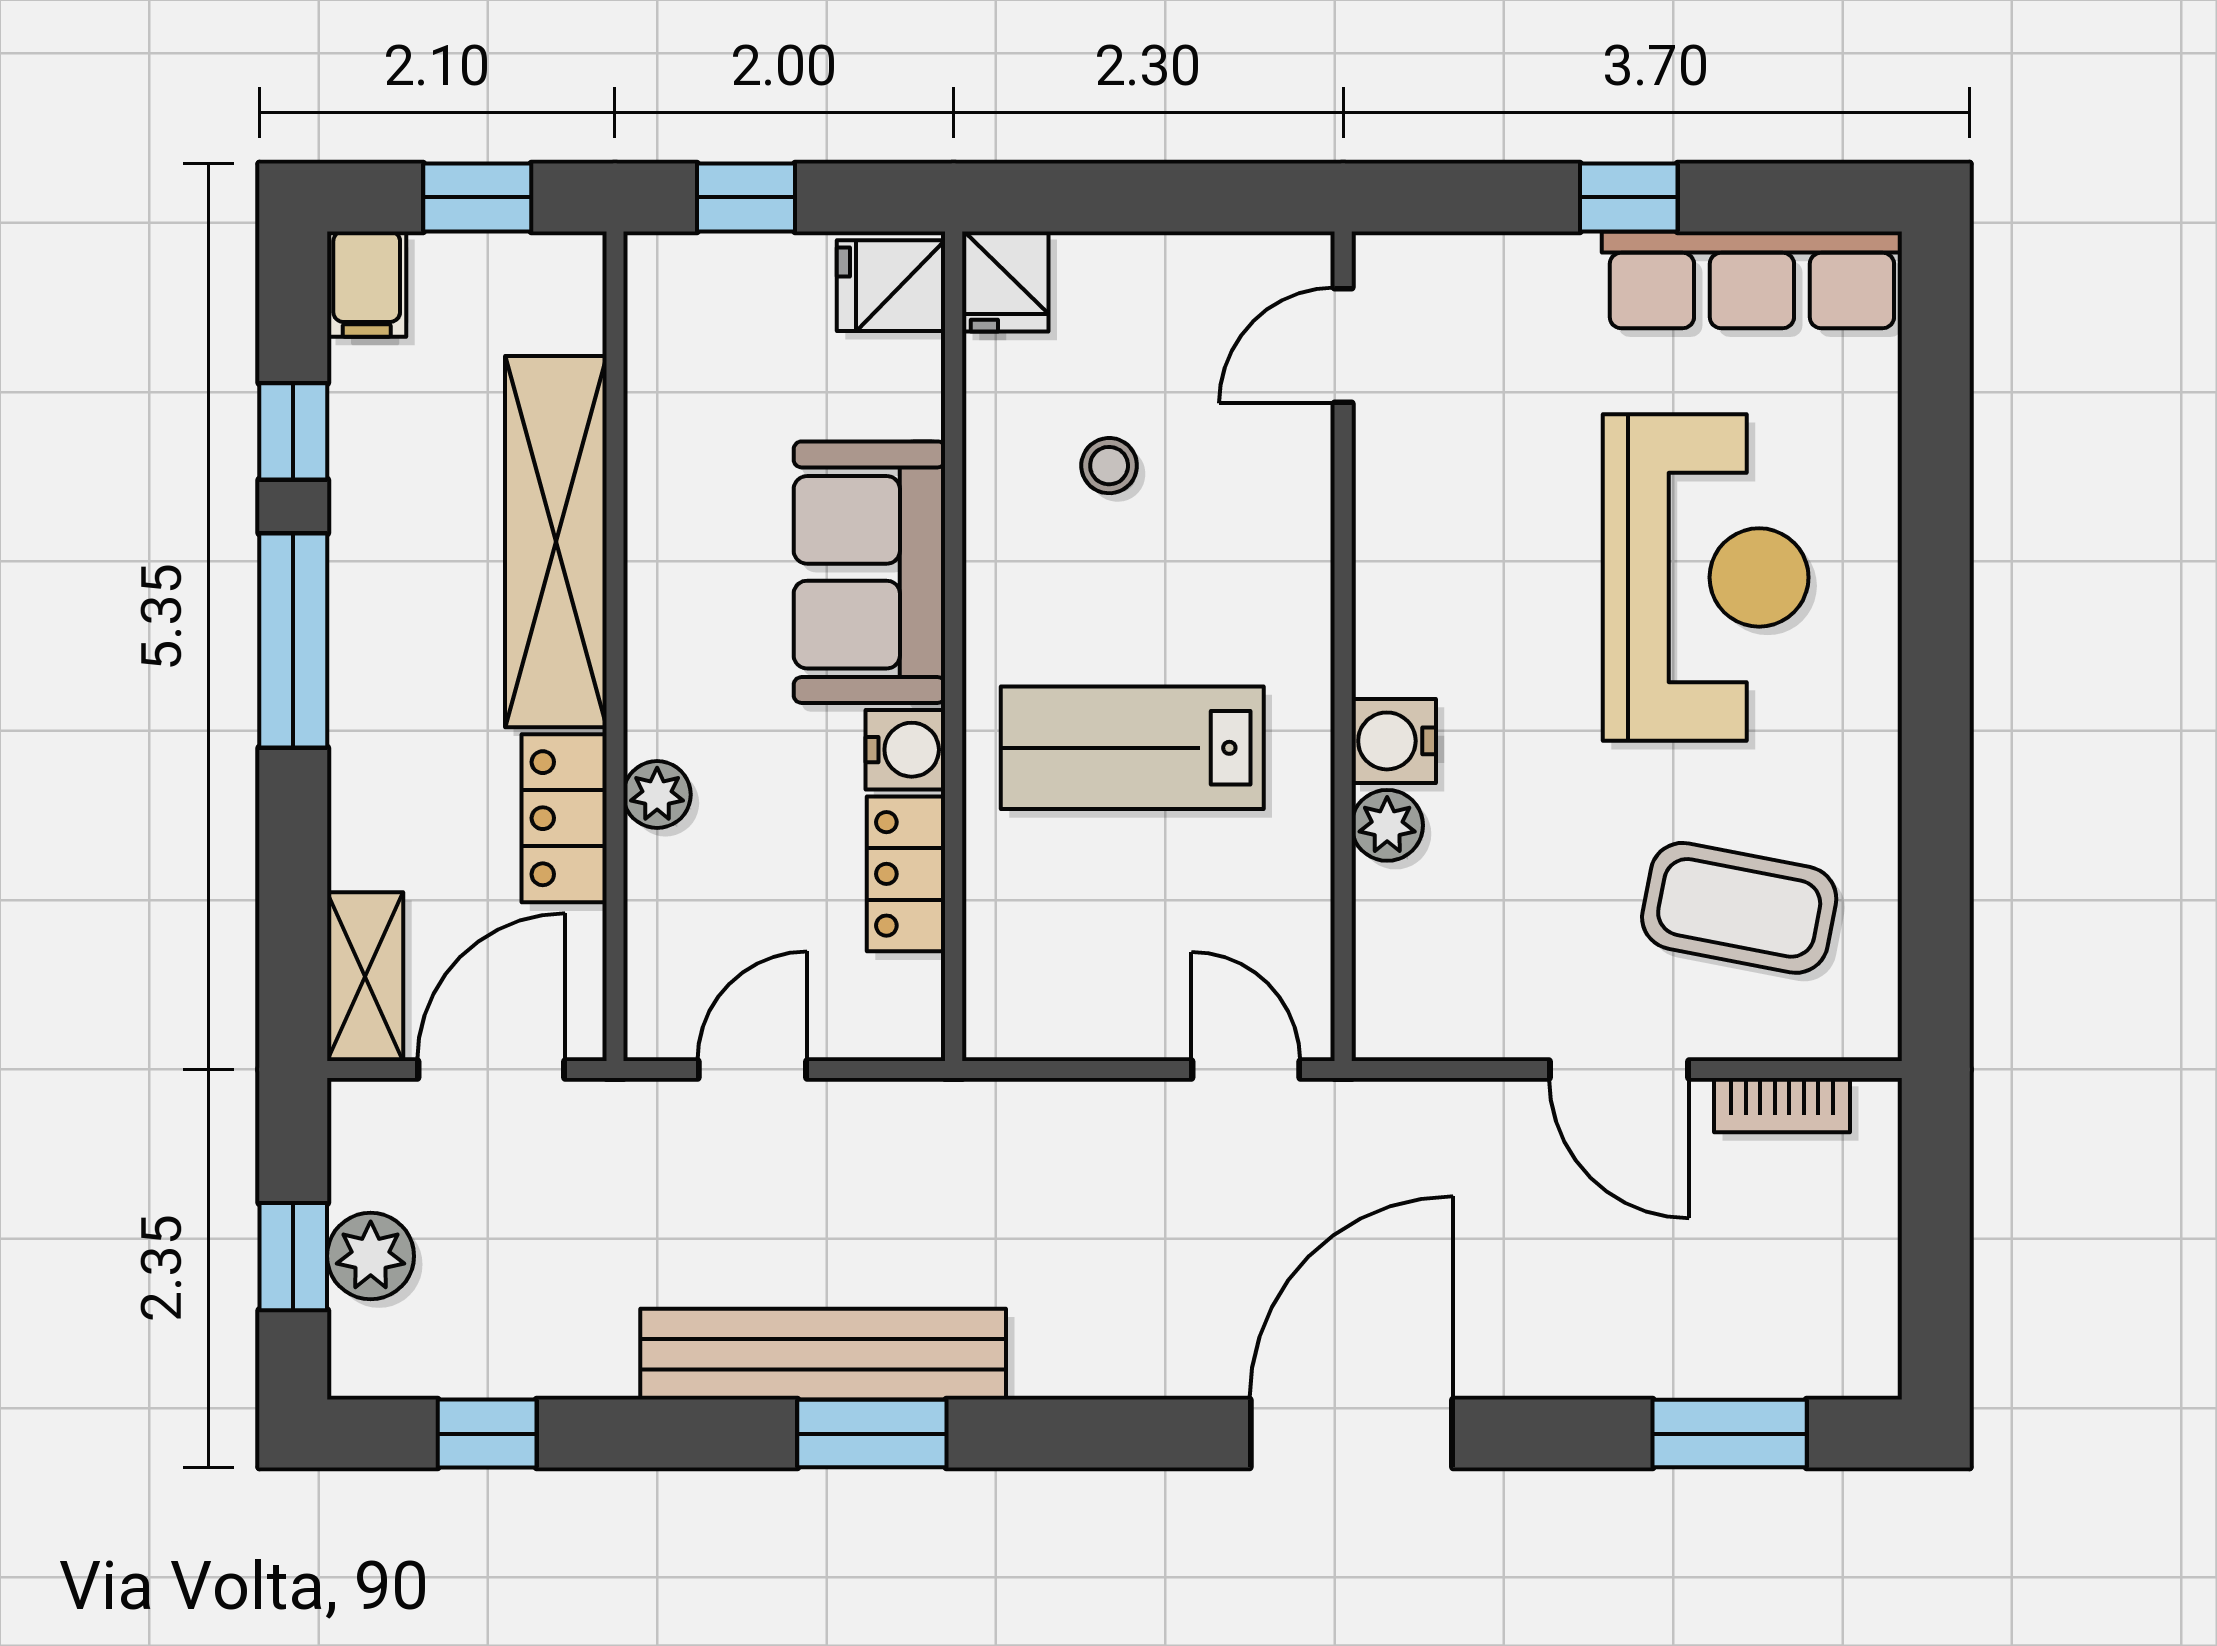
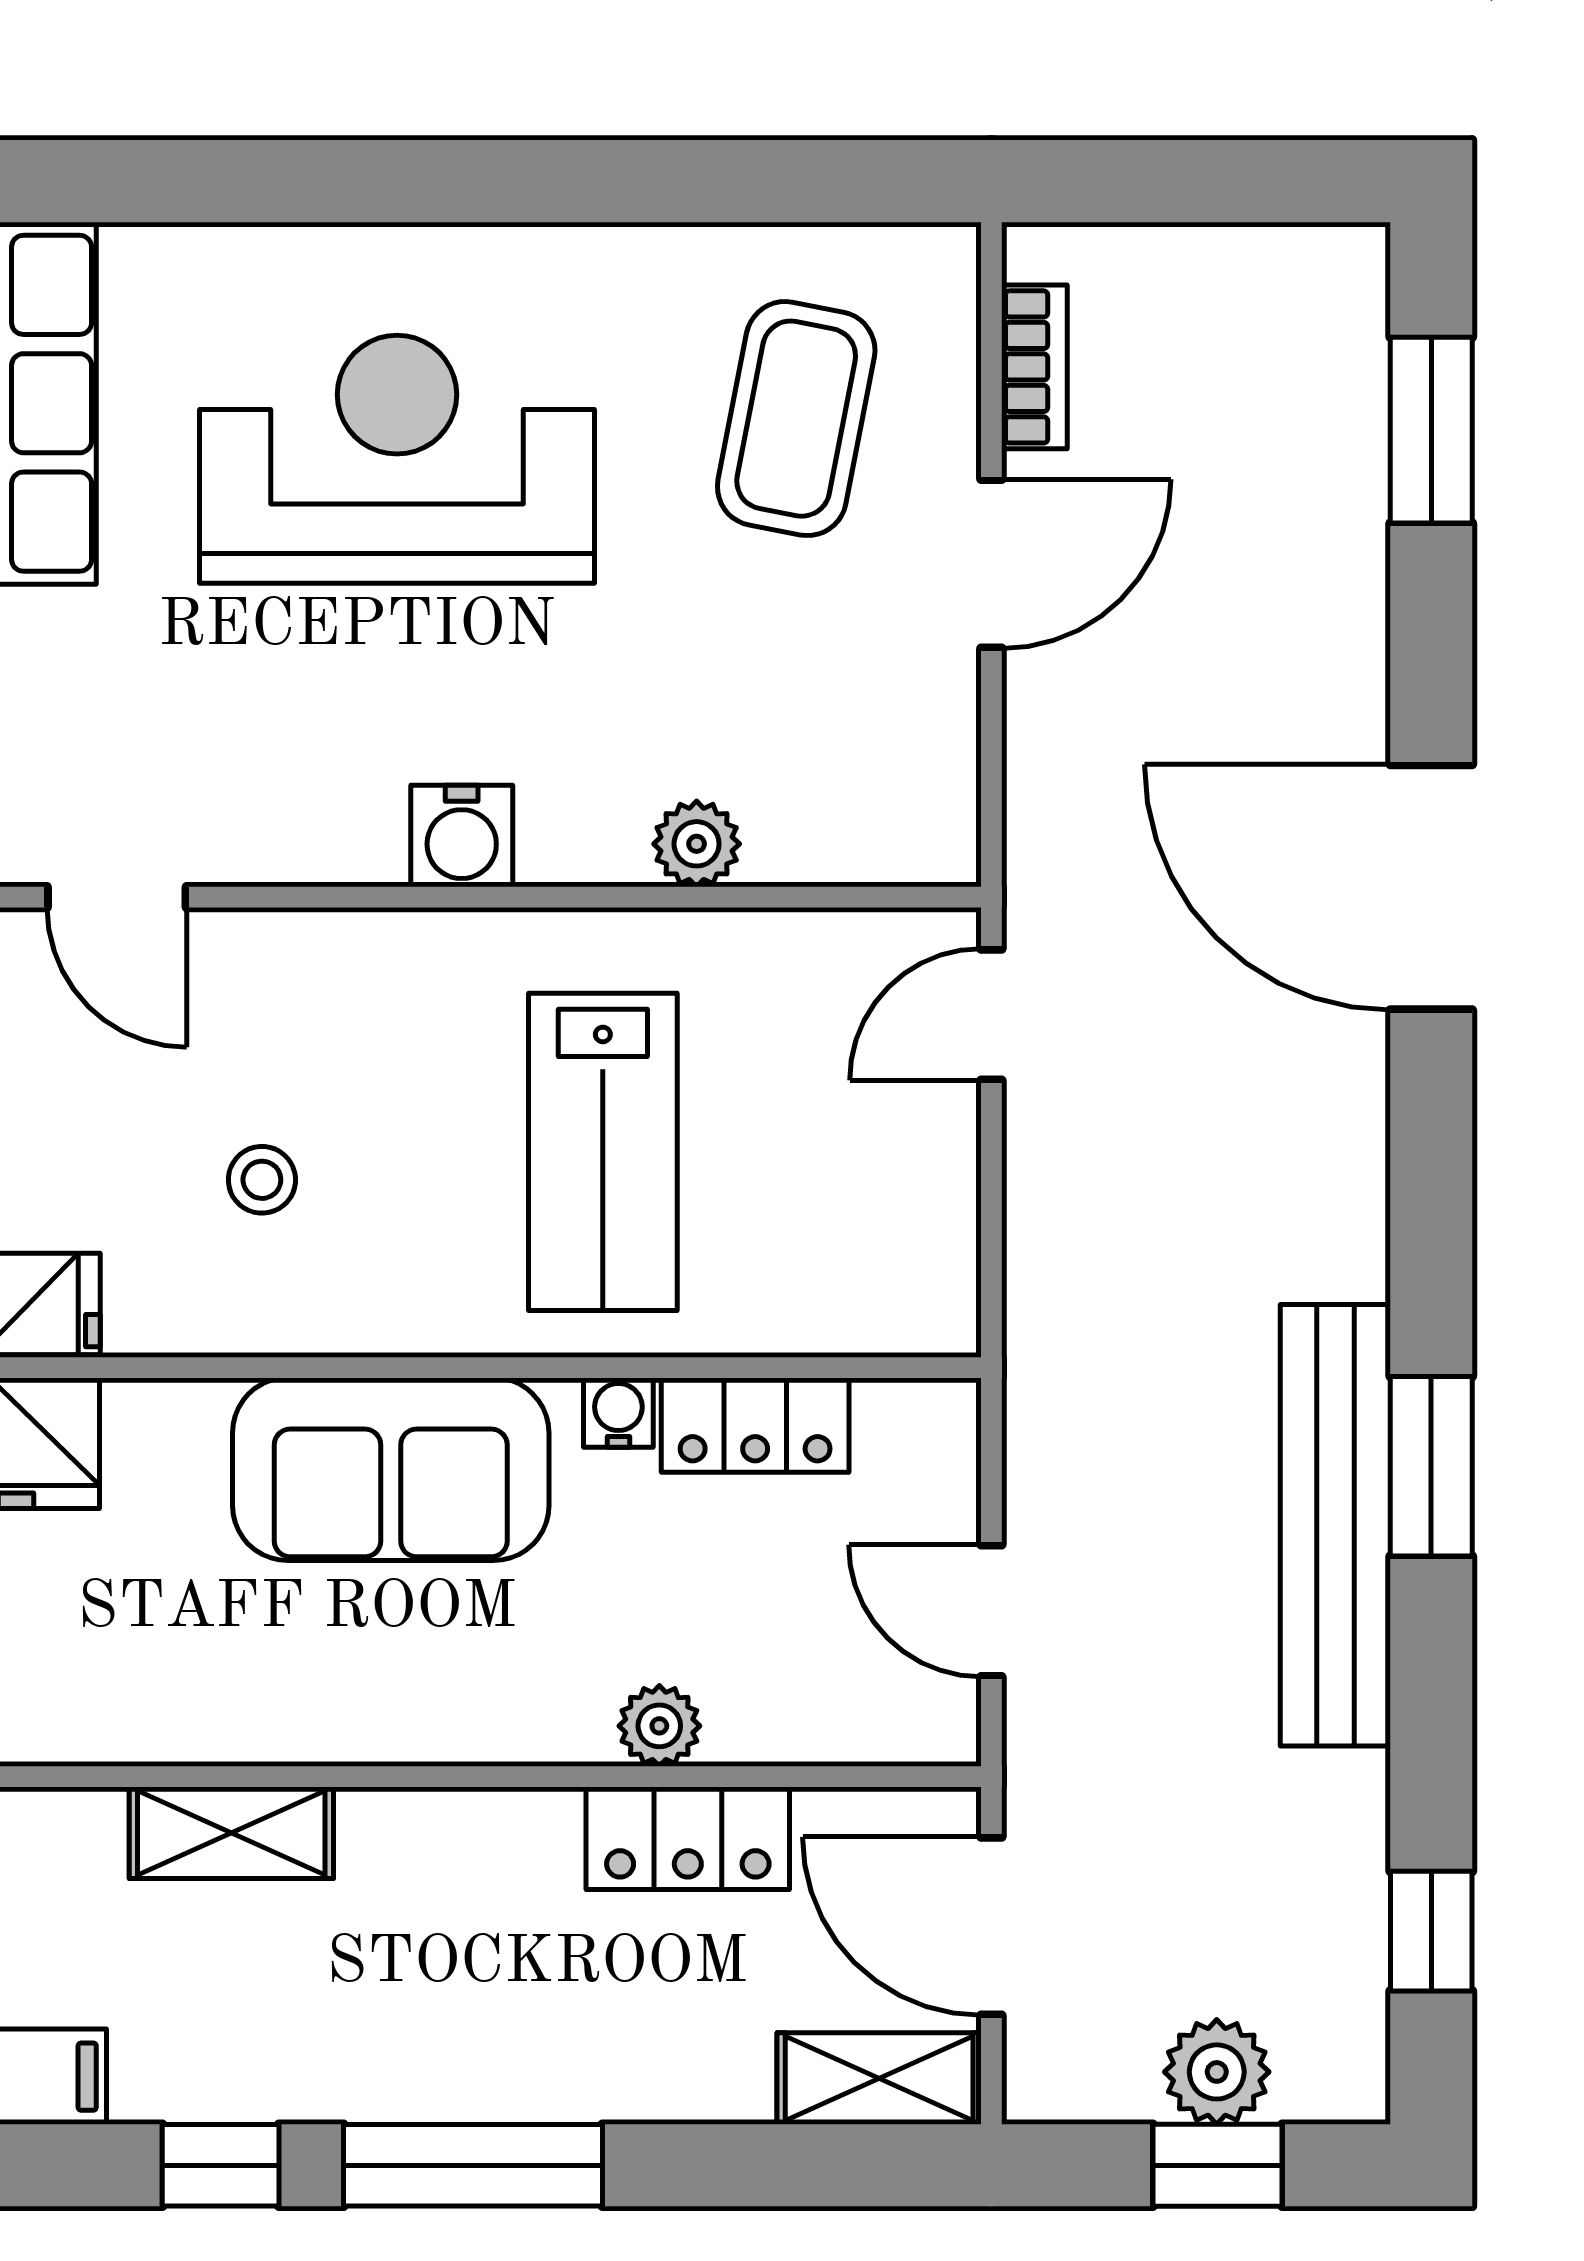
shelving: (556, 542) -> (231, 1833), width x0.45, depth x0.75
water cooler: (1394, 741) -> (462, 836), moved
water cooler: (905, 750) -> (618, 1413), width x0.72, depth x0.72

